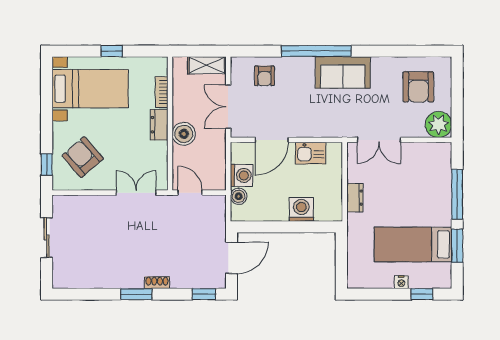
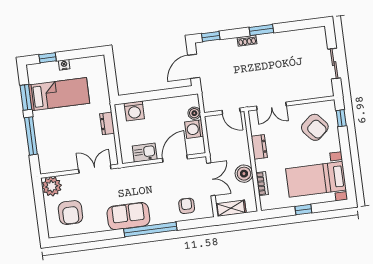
armchair: (418, 87) -> (70, 213), turned 180
dresser: (159, 125) -> (259, 147), moved
boiler: (184, 134) -> (244, 174), moved
washing machine: (301, 209) -> (134, 111), moved

